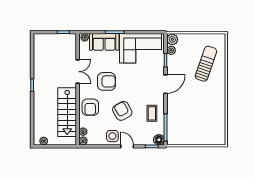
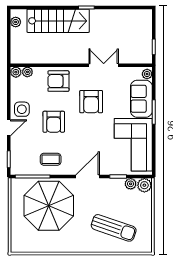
double door: (78, 72) -> (104, 65), swing flipped
door: (165, 84) -> (88, 177), swing flipped
armchair: (122, 111) -> (54, 122), turned 119
stairs: (67, 112) -> (58, 21), moved, turned 180
parasol: (189, 115) -> (49, 206), added
floor lamp: (159, 140) -> (17, 168), removed

